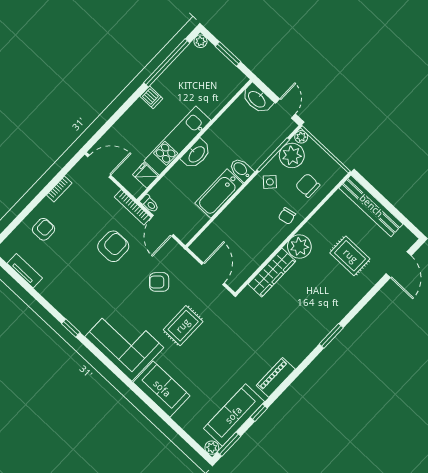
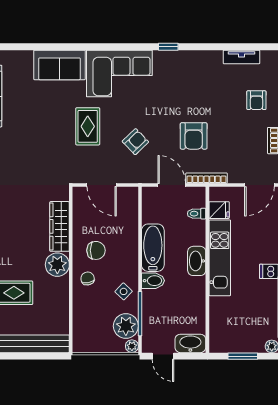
chair: (308, 185) -> (96, 250), moved
toilet: (149, 204) -> (197, 214), moved

